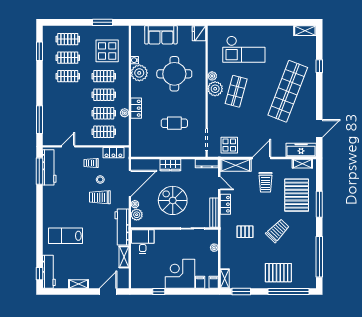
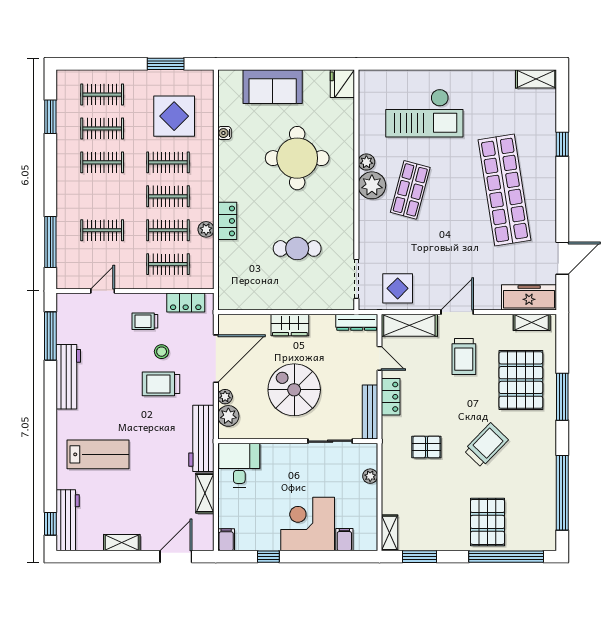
plant: (139, 73) -> (233, 156), removed
shop shelf: (288, 91) -> (504, 190), turned -30
clothes rail: (68, 113) -> (102, 230), added
workbench: (49, 167) -> (68, 377), moved
lab bench: (66, 236) -> (98, 454), turned 180
pallet: (278, 273) -> (488, 522), turned 90
filing cabinet: (214, 282) -> (226, 540), moved

